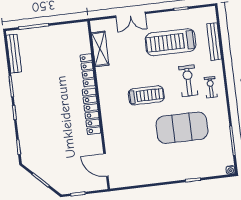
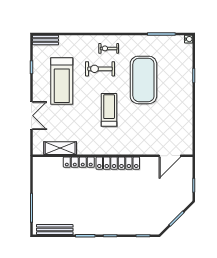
bench: (214, 41) -> (45, 40), moved, width x0.73

